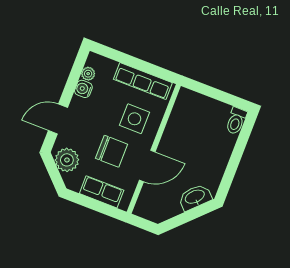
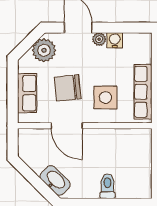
plant: (88, 74) -> (99, 39), moved
toilet: (236, 121) -> (108, 186), moved, turned 90
chair: (111, 151) -> (68, 88), turned 84

